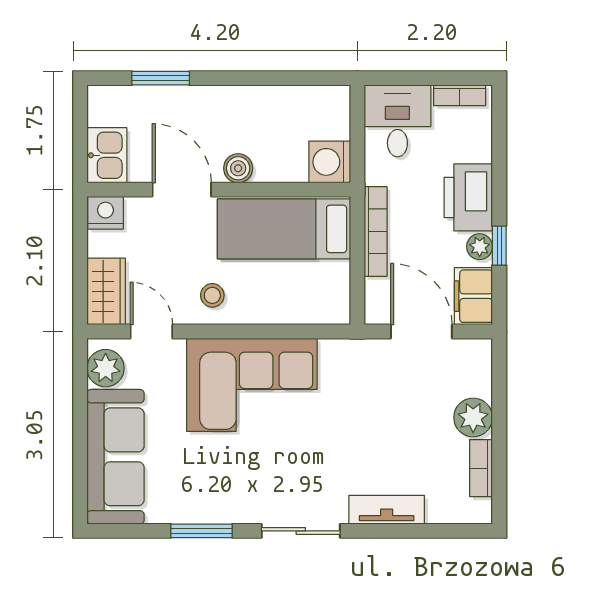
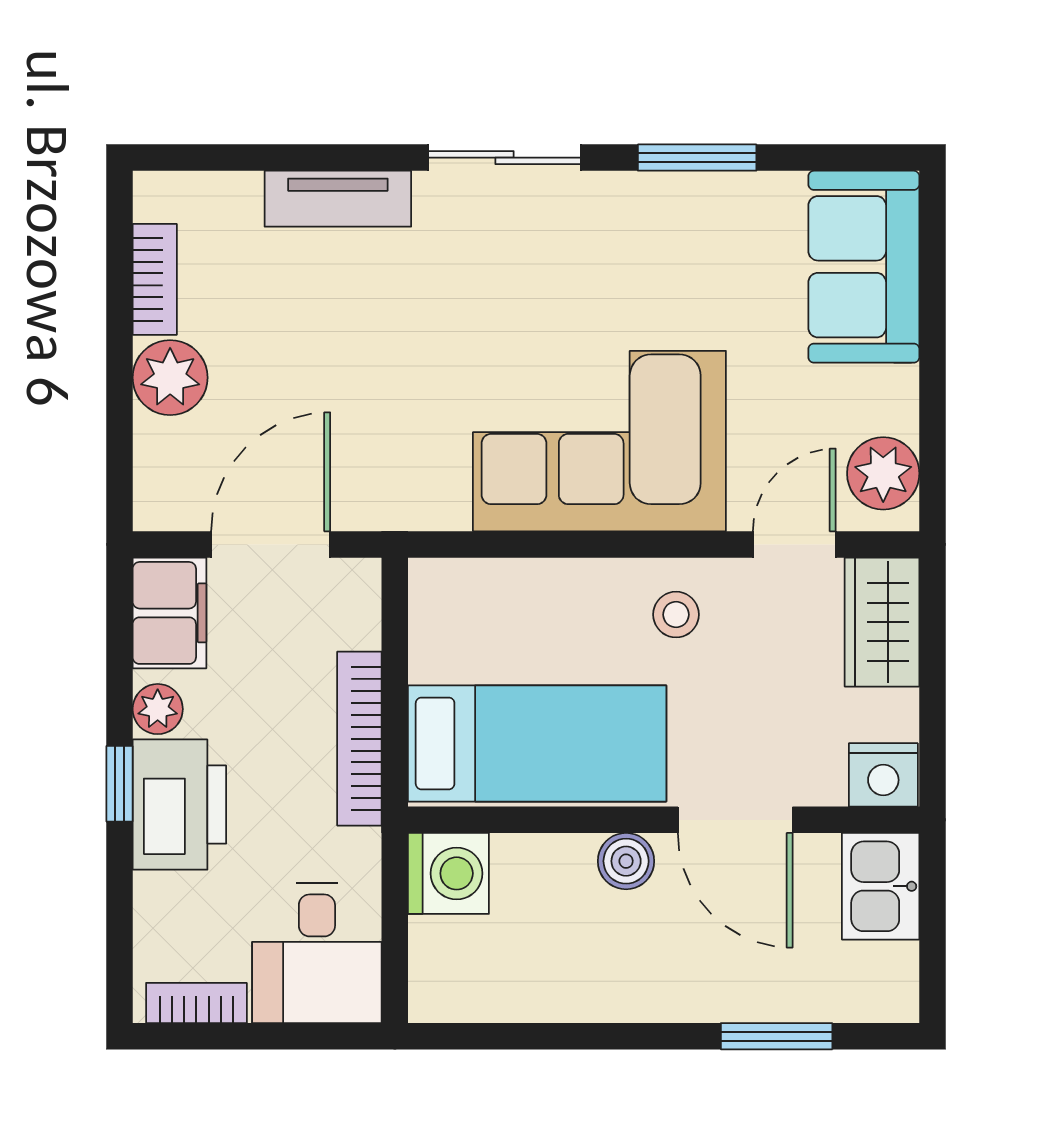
window: (499, 246) -> (119, 784), moved
door: (151, 332) -> (794, 544), swing flipped
door: (421, 332) -> (271, 544), swing flipped
sofa: (116, 457) -> (864, 267), width x0.73

